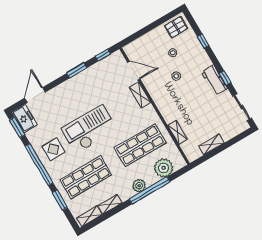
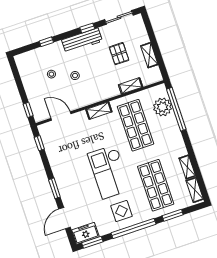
pallet: (176, 27) -> (119, 54), moved
window: (133, 37) -> (28, 110), added
window: (77, 71) -> (54, 188), moved
door: (134, 71) -> (61, 116), hinge flipped
workbench: (214, 80) -> (82, 41), width x1.38
door: (35, 95) -> (65, 218), hinge flipped
shelving: (140, 95) -> (99, 111), moved
plant: (139, 186) -> (175, 135), removed
window: (150, 190) -> (176, 109), moved

